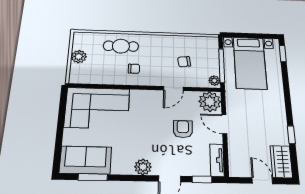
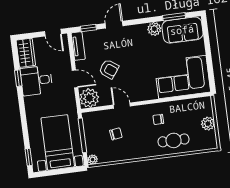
plant: (214, 81) -> (93, 160), moved
door: (173, 89) -> (122, 106), hinge flipped
armchair: (183, 129) -> (109, 69), turned -54
desk: (270, 129) -> (36, 80), added
plant: (143, 167) -> (154, 29), moved
door: (262, 181) -> (53, 33), moved

